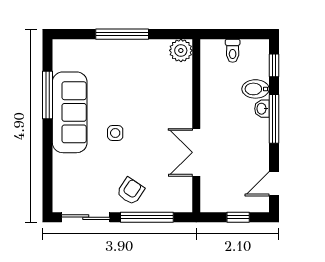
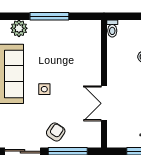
plant: (181, 50) -> (19, 28), moved
toilet: (233, 51) -> (112, 28), moved

